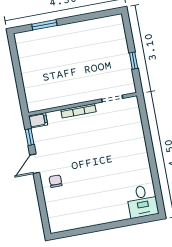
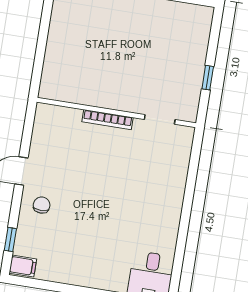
filing cabinet: (38, 120) -> (23, 266), moved
window: (30, 137) -> (10, 239), moved

